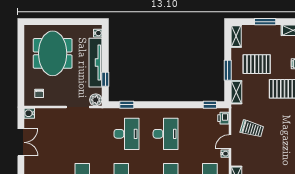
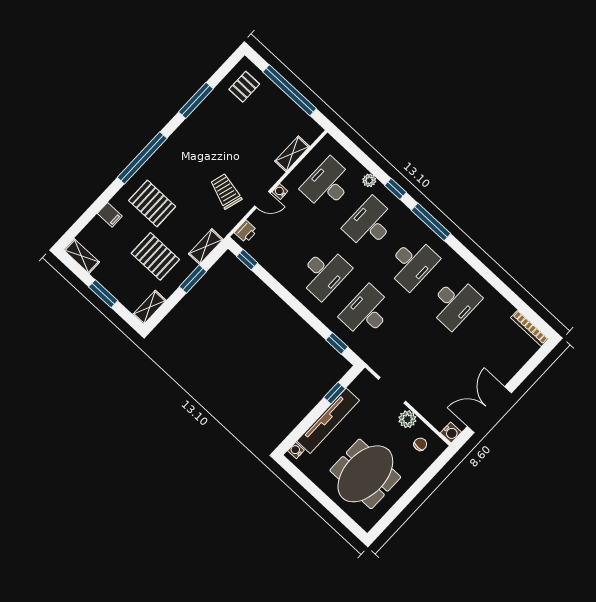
plant: (96, 100) -> (407, 419), moved
desk: (166, 134) -> (324, 273), turned 180
double door: (21, 142) -> (489, 410), width x1.37

